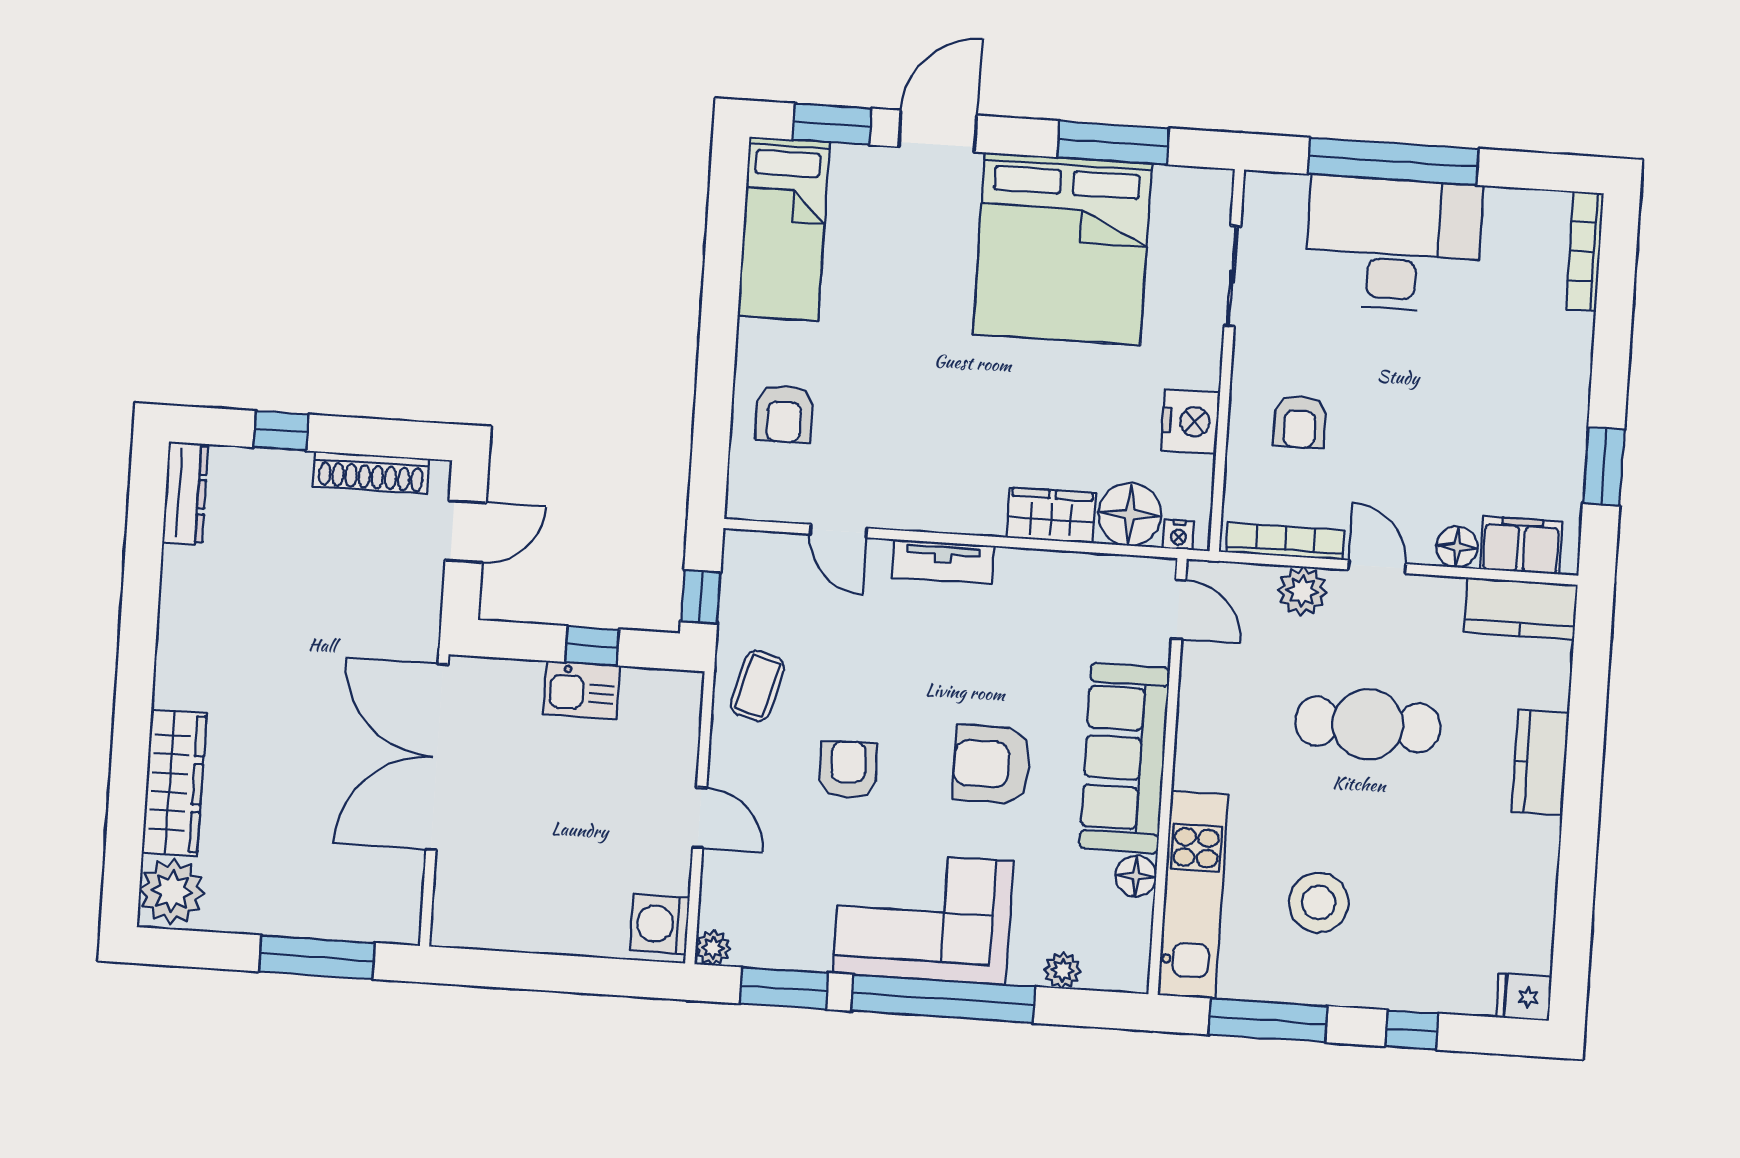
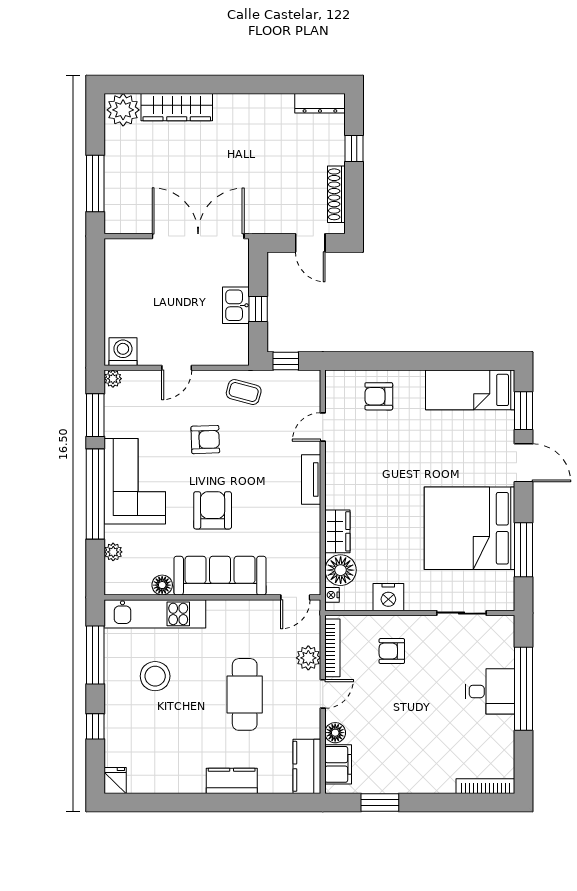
desk: (1393, 244) -> (490, 691), width x0.53, depth x0.77

